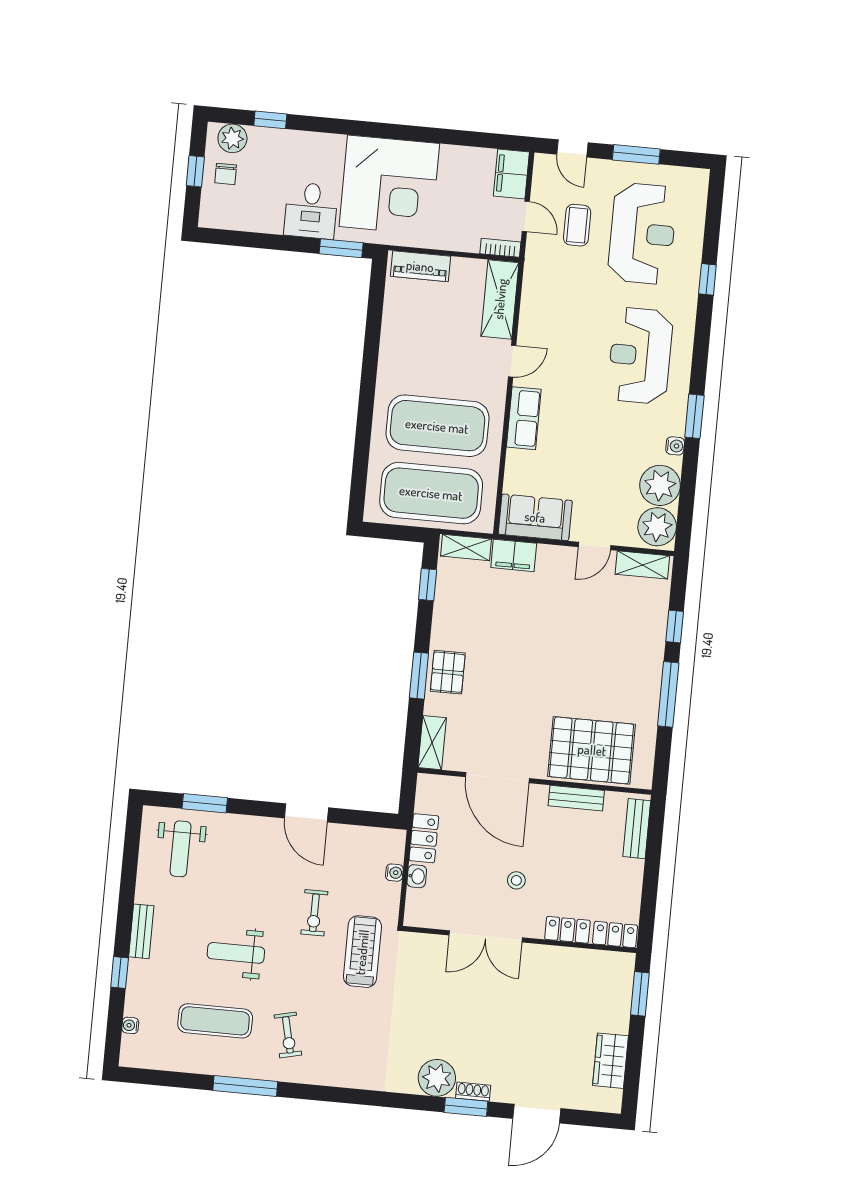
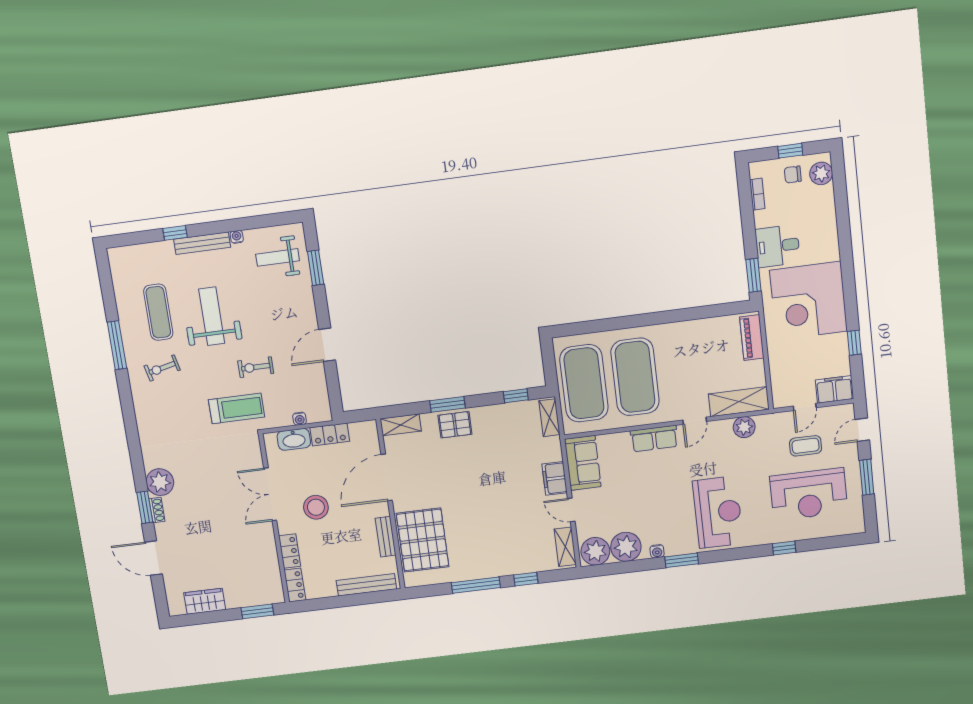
window: (270, 120) -> (854, 343), moved
bookcase: (500, 248) -> (757, 194), moved
plant: (535, 299) -> (744, 427), added
reception desk: (640, 356) -> (718, 512), turned 90
door: (512, 361) -> (695, 421), hinge flipped
filing cabinet: (514, 555) -> (555, 478), moved
bench: (637, 829) -> (366, 585), width x1.36
washbasin: (417, 876) -> (294, 439), width x1.91, depth x1.45
stool: (516, 880) -> (316, 507), width x1.89, depth x1.89
bench: (141, 931) -> (202, 243), width x1.36
weight bench: (236, 953) -> (212, 316), width x1.36, depth x1.33
water cooler: (130, 1025) -> (237, 237), moved

